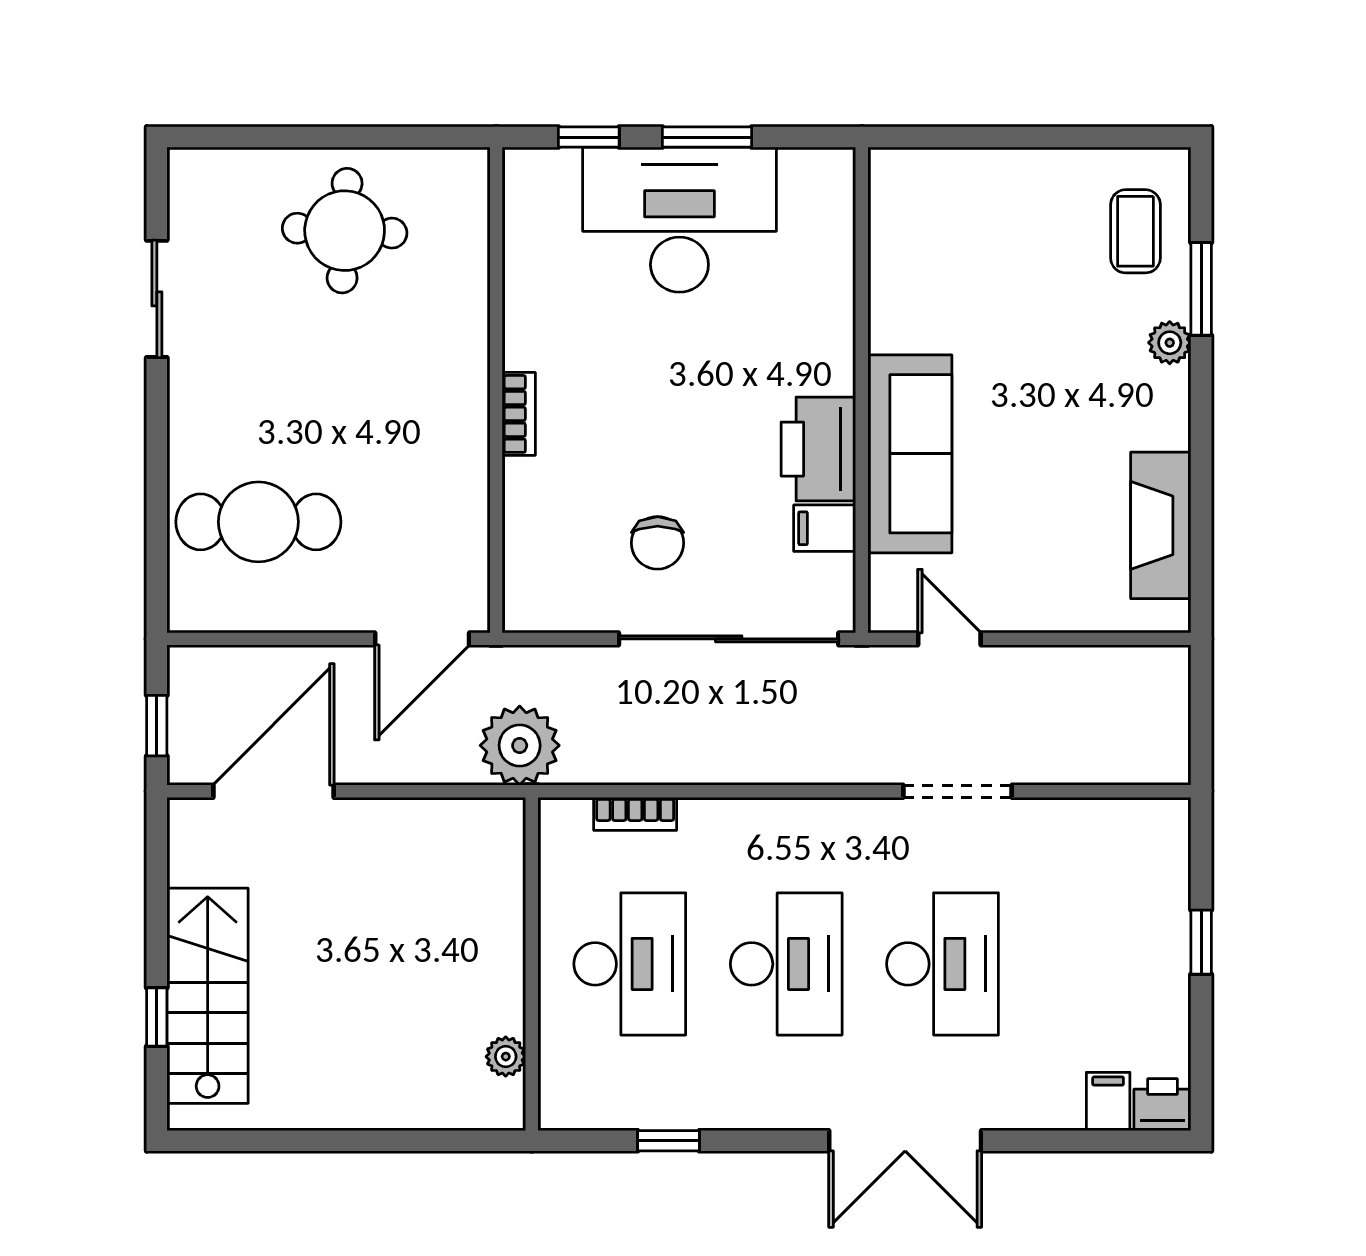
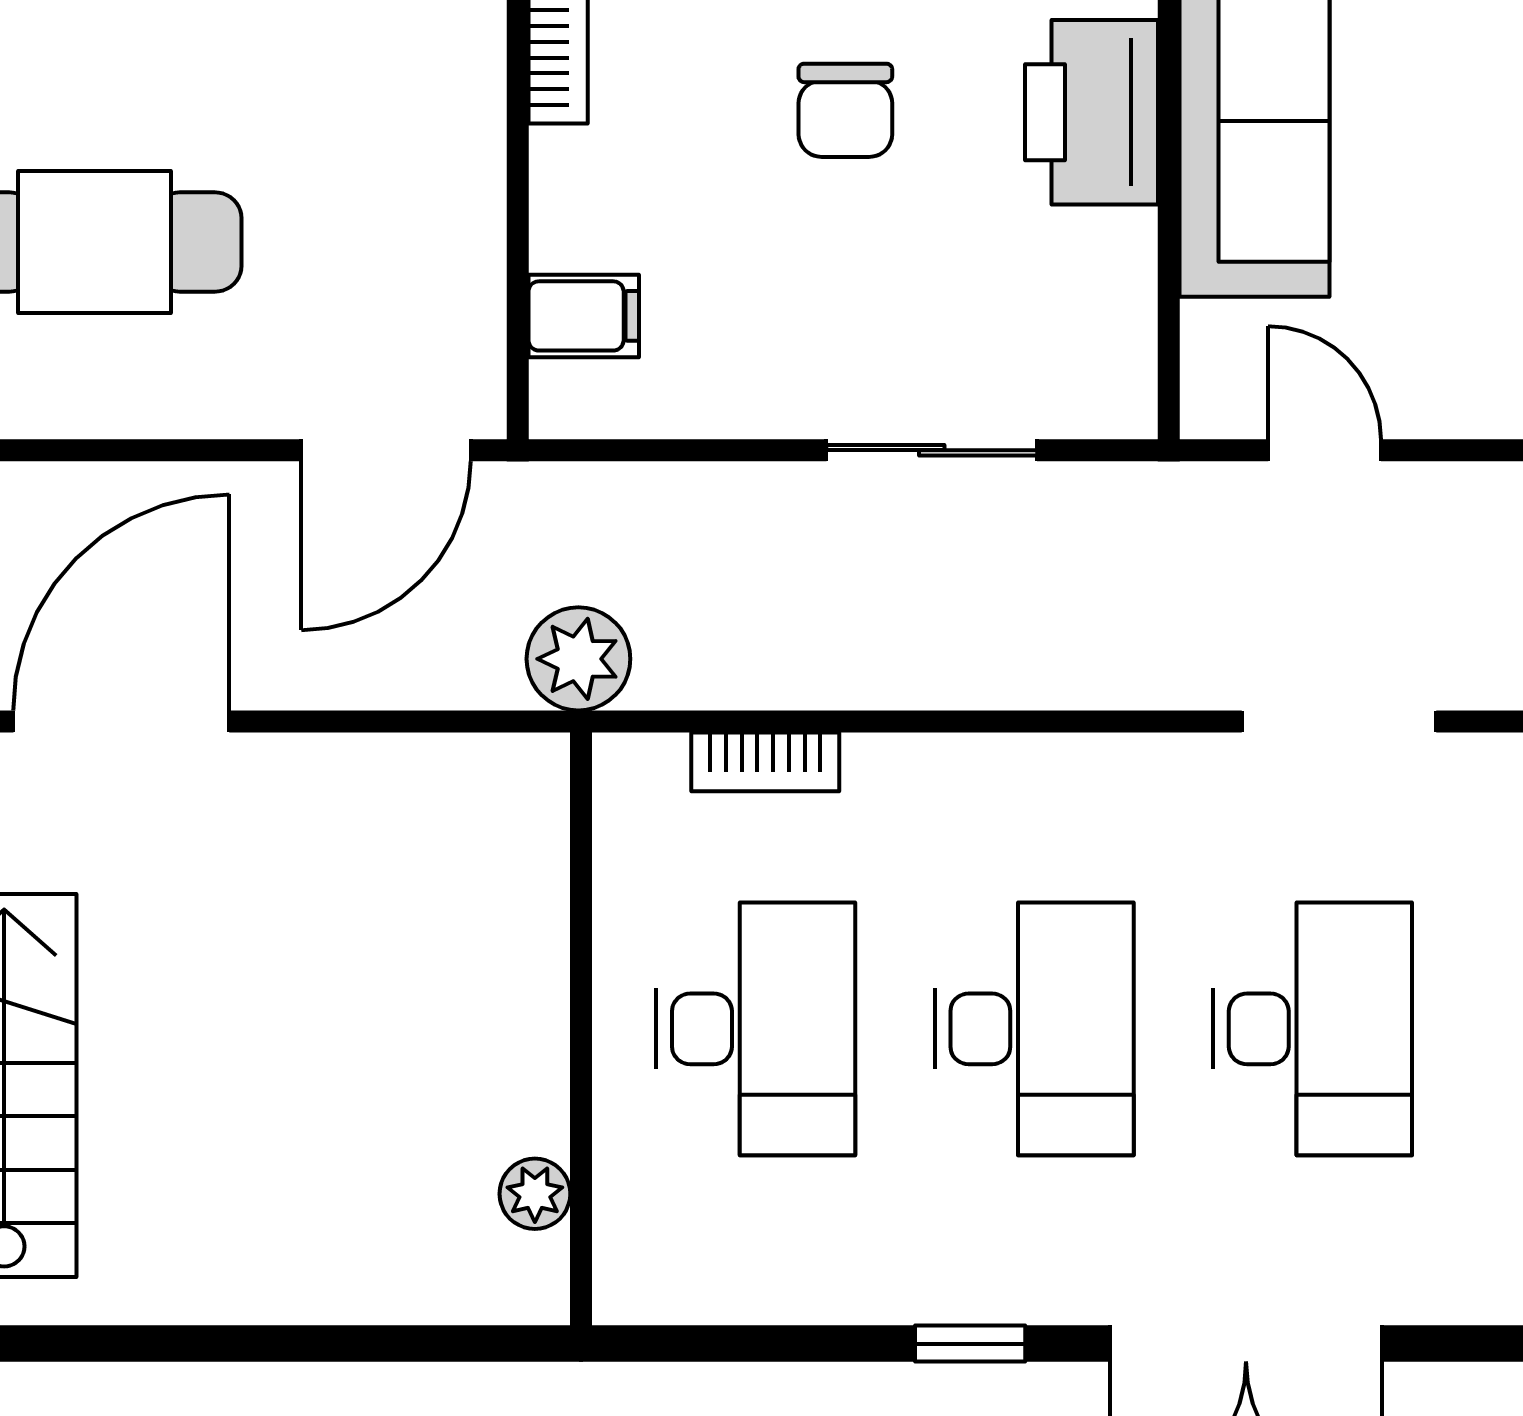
filing cabinet: (825, 528) -> (584, 316), moved, turned 180
chair: (658, 543) -> (845, 110), moved
sliding door: (729, 639) -> (932, 450), width x0.54
plant: (520, 745) -> (578, 659), width x0.73, depth x0.73
window: (669, 1141) -> (970, 1344), moved

